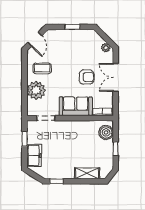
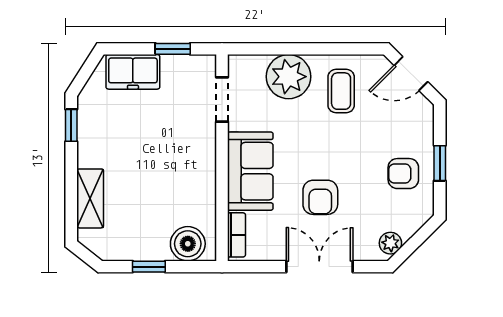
armchair: (77, 42) -> (403, 174), added

